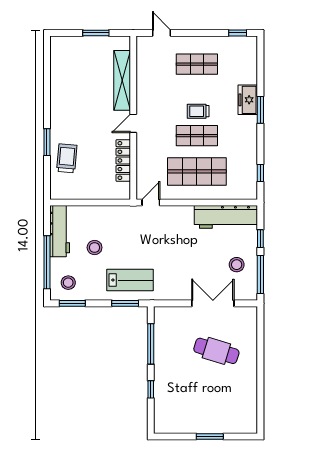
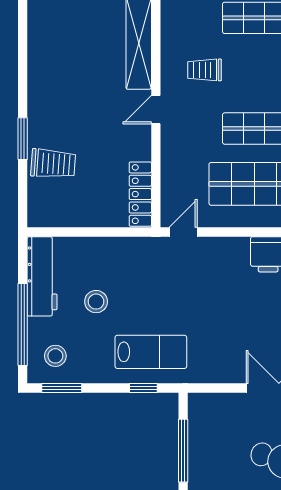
trolley: (198, 111) -> (204, 70), moved
trolley: (67, 158) -> (53, 164), turned 89
locker: (123, 160) -> (140, 194), moved
window: (125, 303) -> (143, 388), width x0.67

